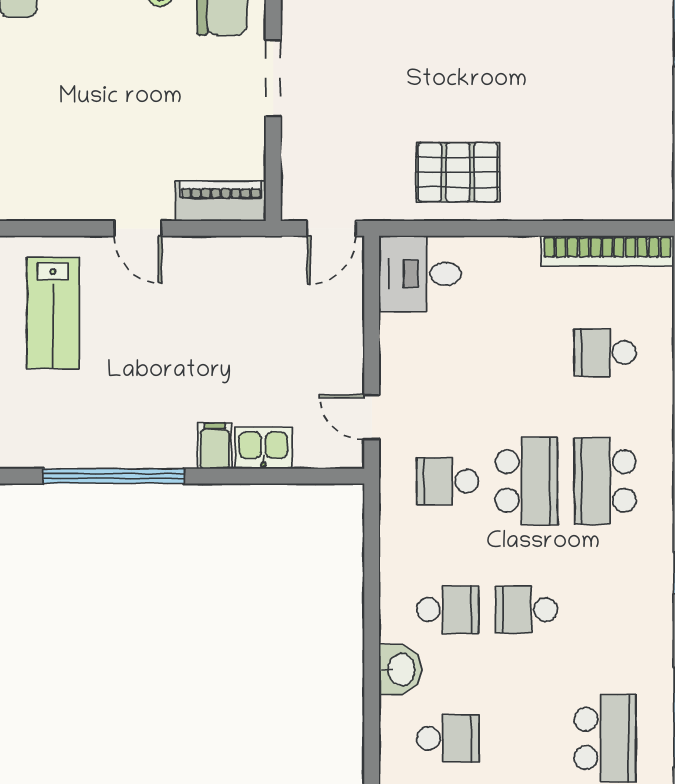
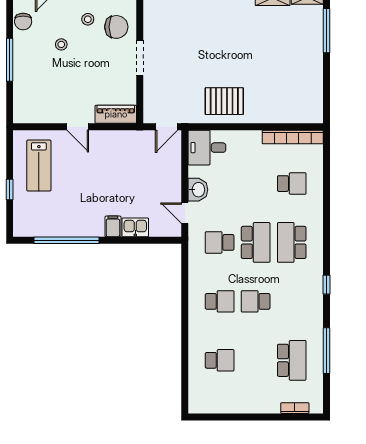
stool: (102, 48) -> (61, 44), added
school desk: (605, 352) -> (292, 184), turned 180
washbasin: (400, 670) -> (198, 190), moved

